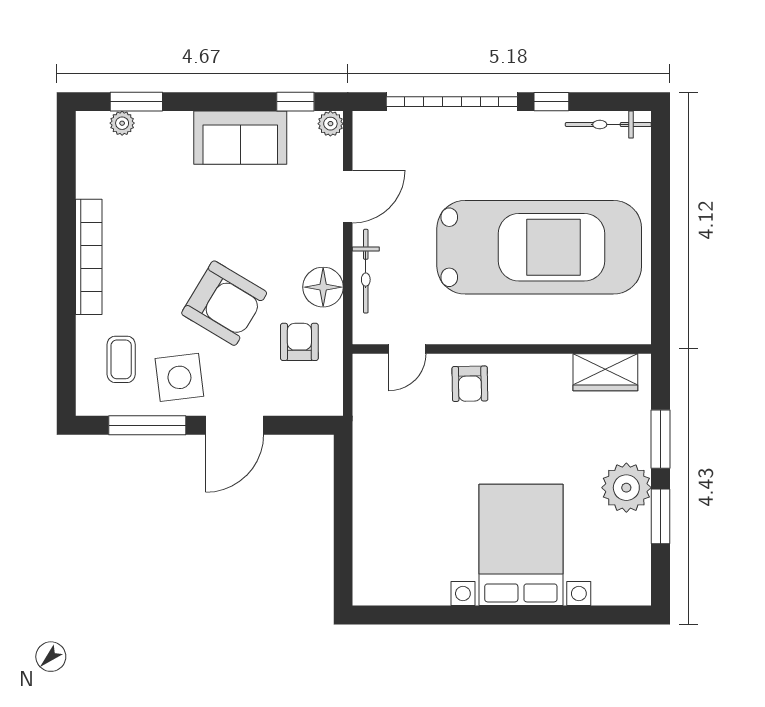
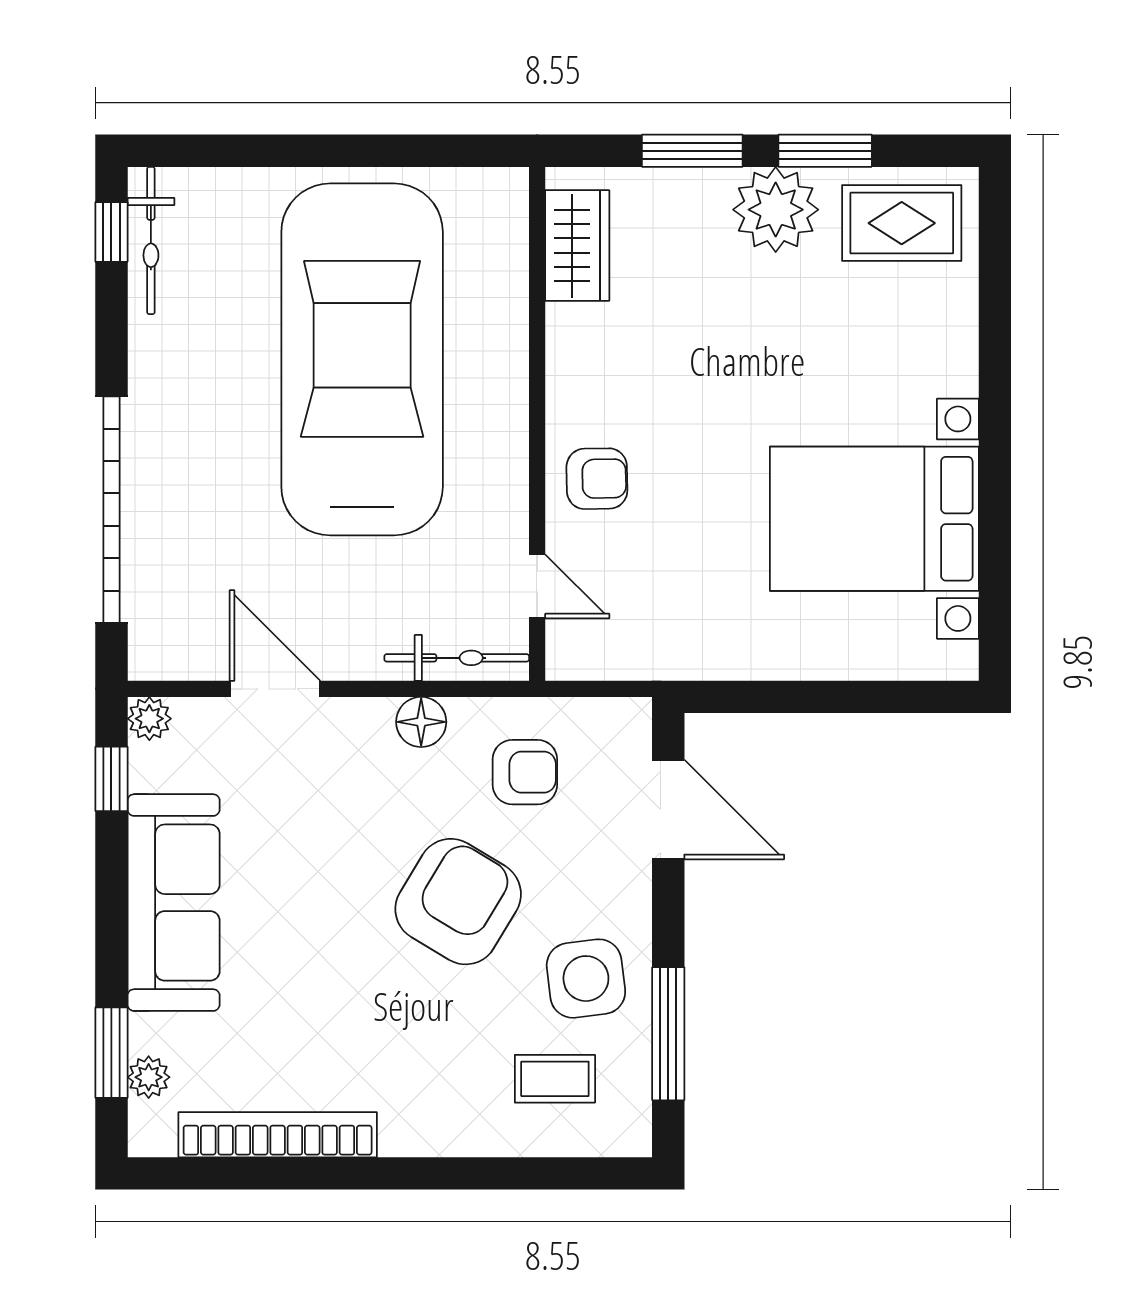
window: (551, 102) -> (111, 232), moved
sofa: (240, 138) -> (174, 903), width x1.36
bookcase: (89, 257) -> (278, 1135), moved
bicycle: (366, 271) -> (457, 658), moved
floor lamp: (323, 287) -> (421, 722), width x0.73, depth x0.73
armchair: (299, 342) -> (525, 772), turned 180
door: (234, 425) -> (668, 810), moved
bed with nightstands: (521, 545) -> (874, 519), moved
rug: (618, 561) -> (902, 223), added

